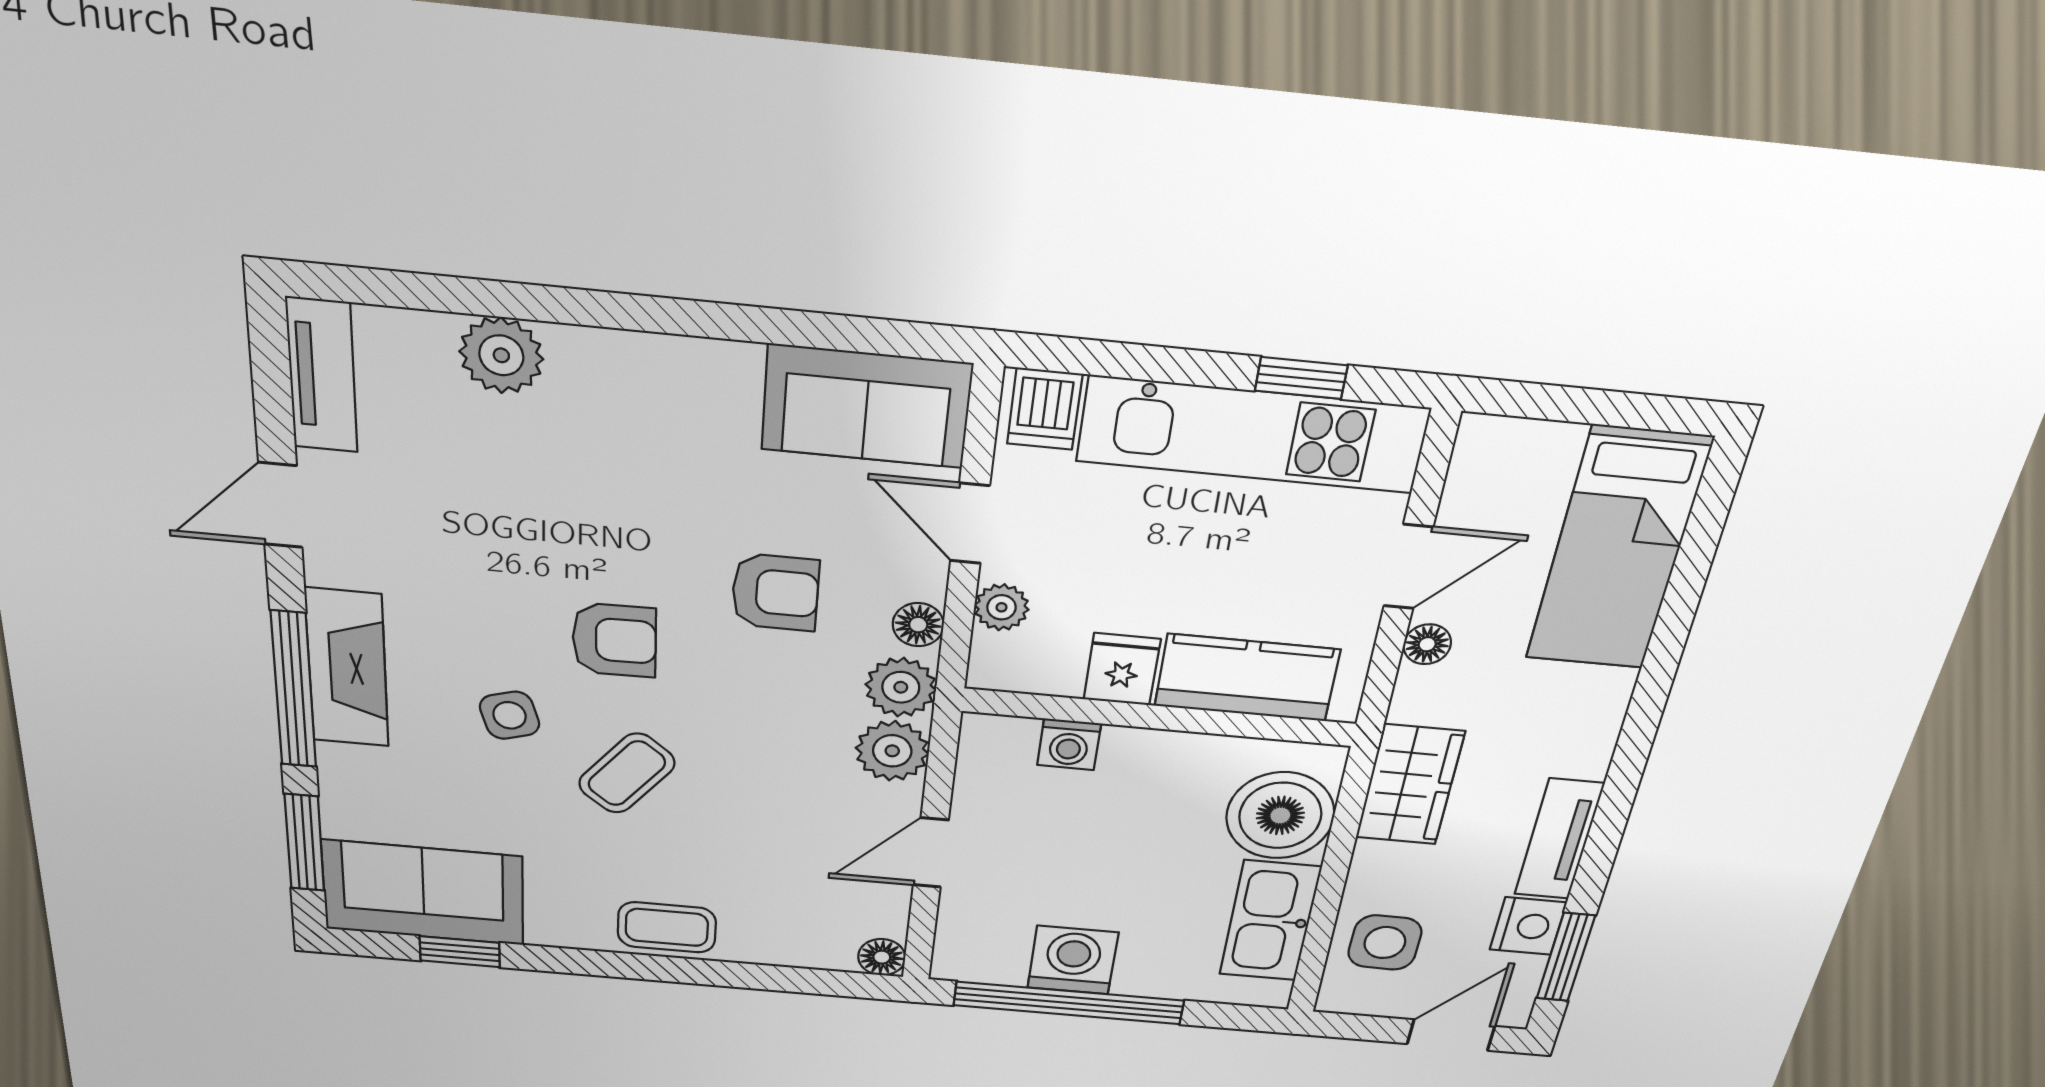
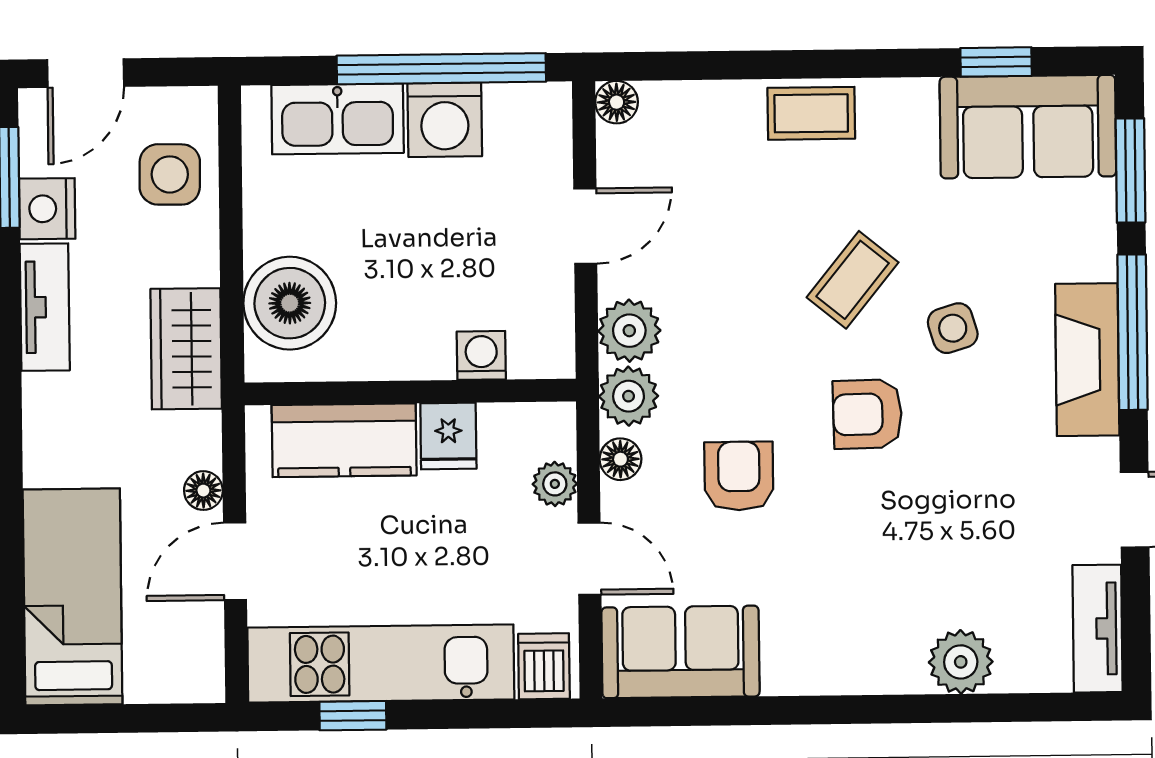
armchair: (775, 592) -> (739, 476), turned 90
kitchen sink: (1270, 921) -> (338, 119), moved, turned 90

